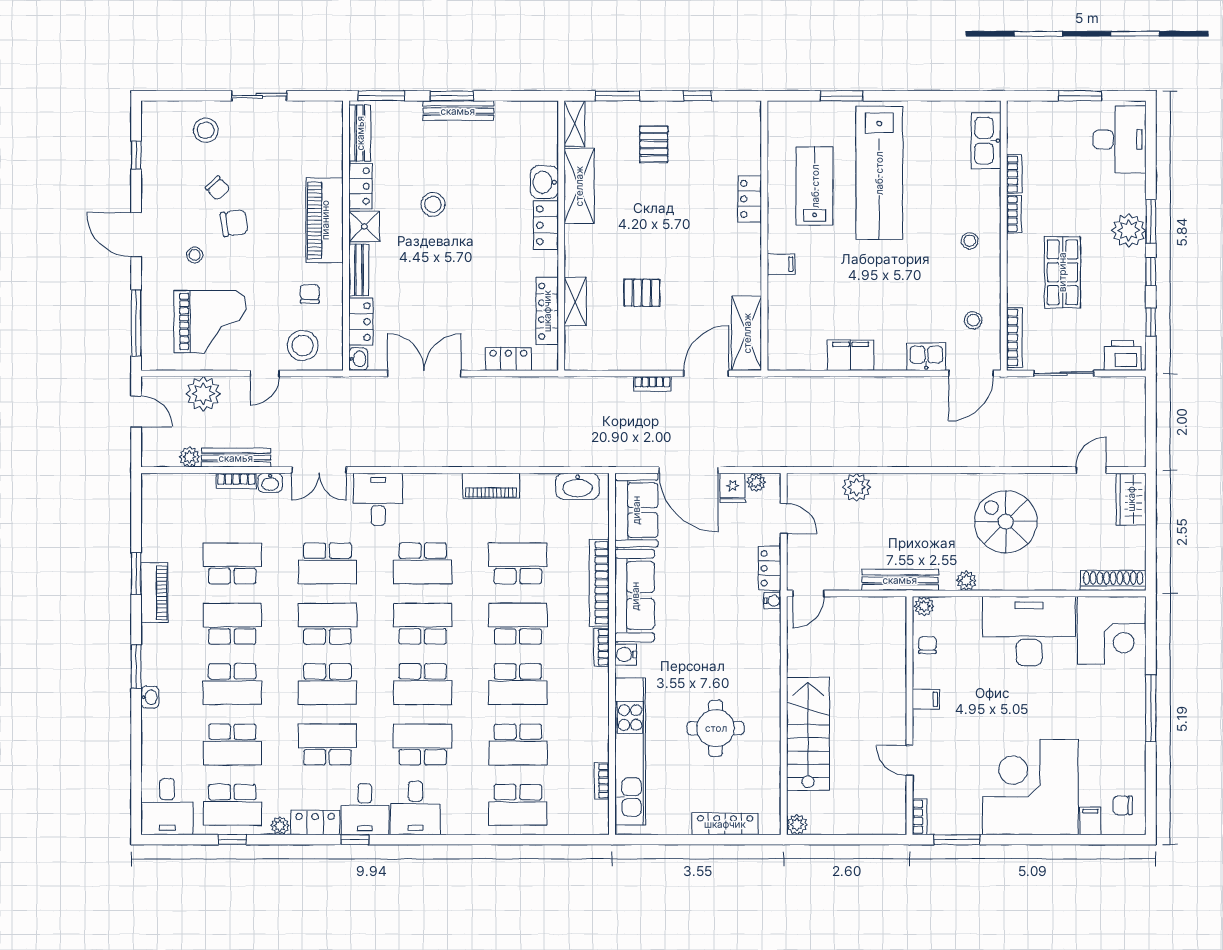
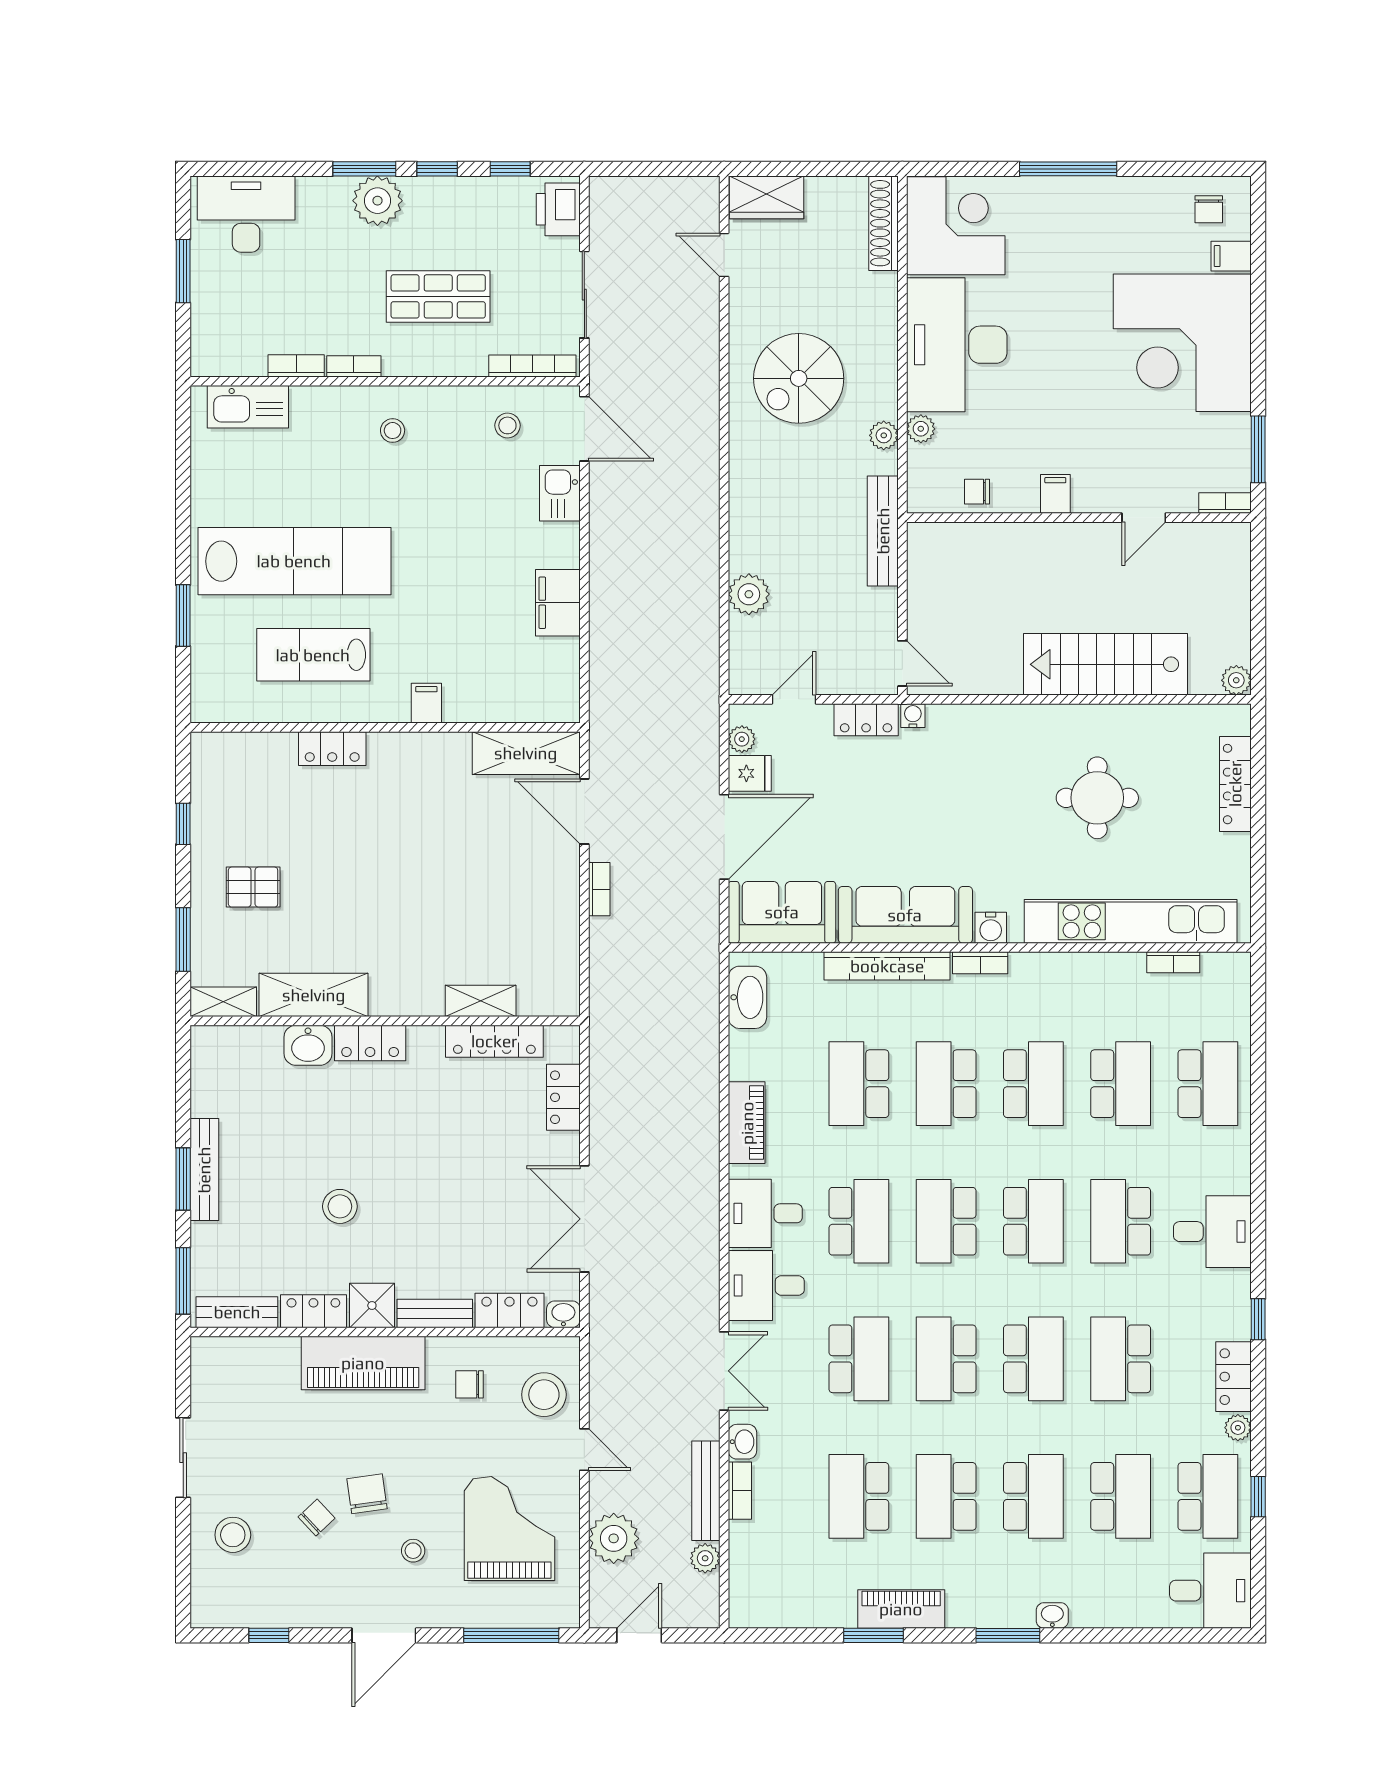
pallet: (642, 293) -> (468, 904), removed
plant: (924, 606) -> (921, 429), moved
desk: (365, 809) -> (765, 1213), moved, turned 180

